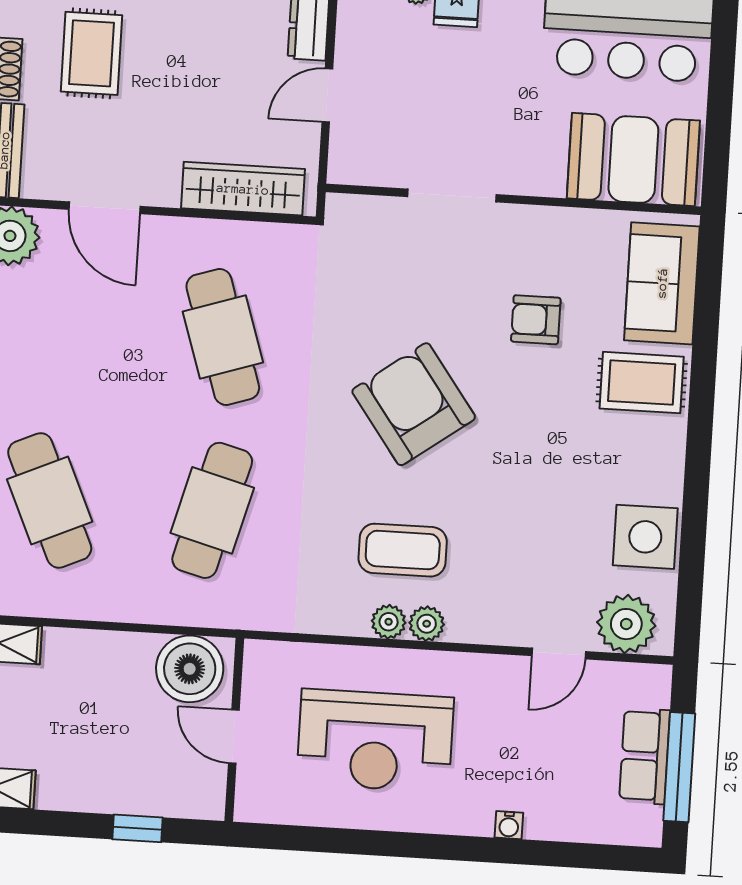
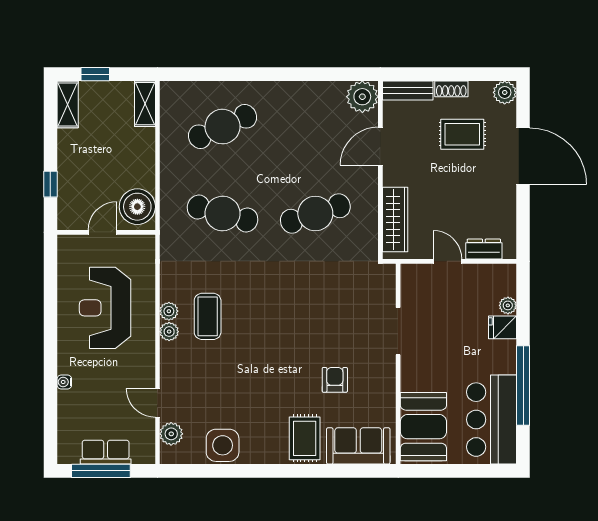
armchair: (414, 404) -> (286, 317), removed
plant: (626, 624) -> (171, 434), width x0.73, depth x0.73

